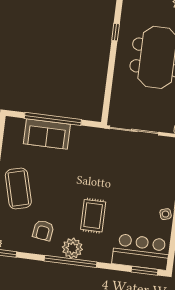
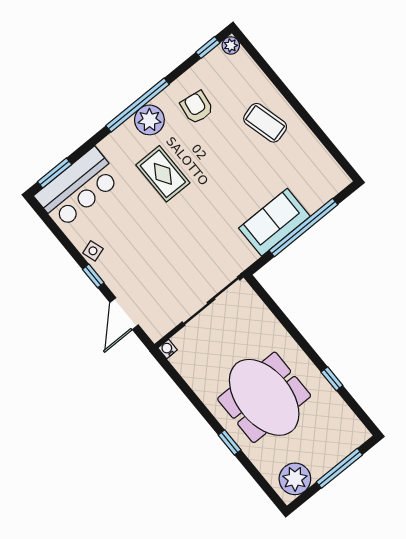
sofa: (47, 134) -> (274, 222), moved
coffee table: (18, 189) -> (265, 123), width x0.73, depth x0.76

